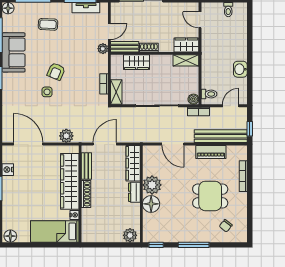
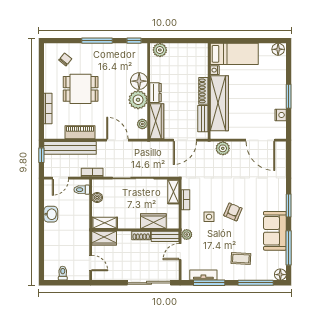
side table: (47, 92) -> (209, 217), moved
boiler: (193, 99) -> (97, 198), moved
plant: (148, 161) -> (142, 124), added

